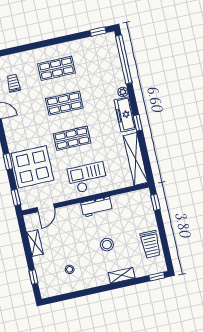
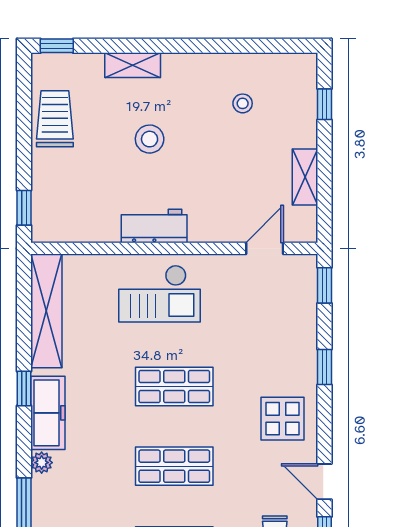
display table: (33, 167) -> (283, 419), moved, width x0.54, depth x0.54

